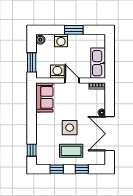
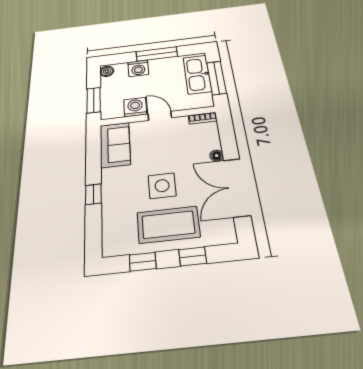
window: (74, 30) -> (157, 54), width x1.44
window: (110, 56) -> (216, 78), added
kitchen sink: (98, 63) -> (197, 74), moved
window: (32, 150) -> (93, 194), moved
coffee table: (71, 151) -> (168, 225), width x1.36, depth x1.32

